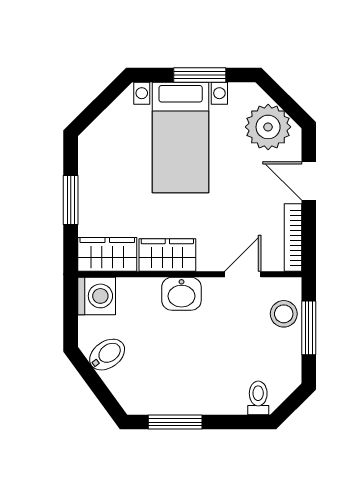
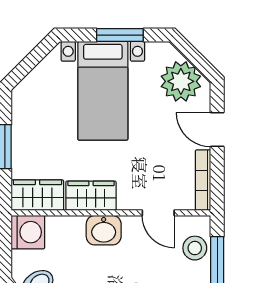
door: (243, 274) -> (158, 213), swing flipped

